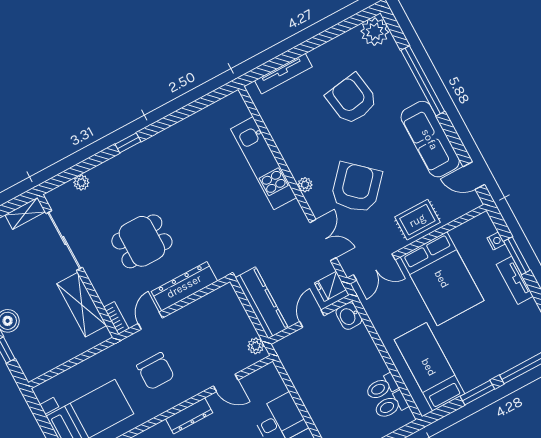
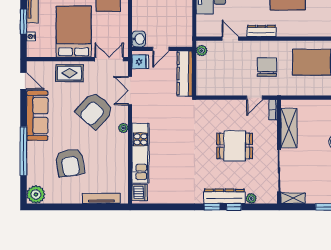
dishwasher: (236, 110) -> (140, 192), added
window: (99, 159) -> (234, 207), added
dresser: (184, 286) -> (224, 196), moved, turned 180

